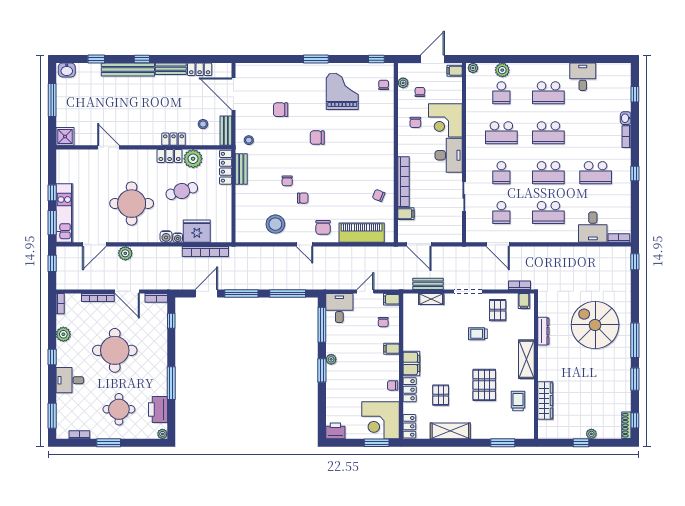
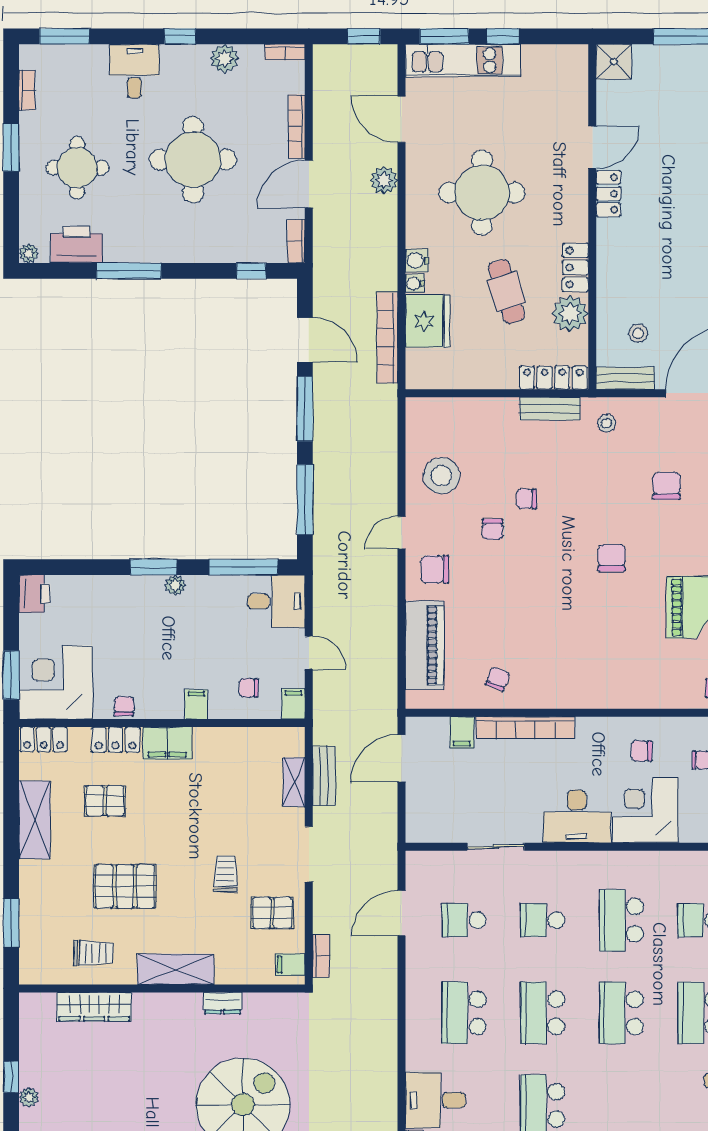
locker: (174, 139) -> (608, 194), moved
dresser: (543, 331) -> (223, 1003), width x0.70

